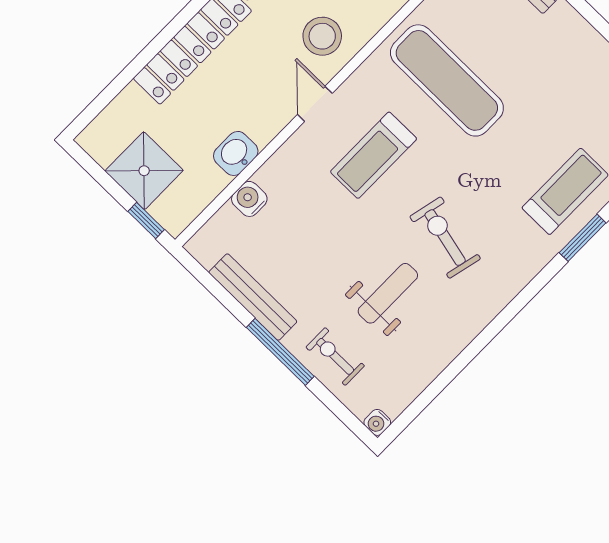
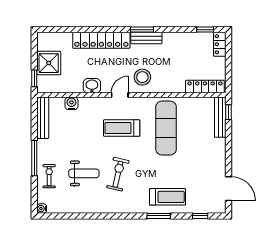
washbasin: (236, 153) -> (92, 86), moved
bench: (253, 297) -> (43, 118), moved

